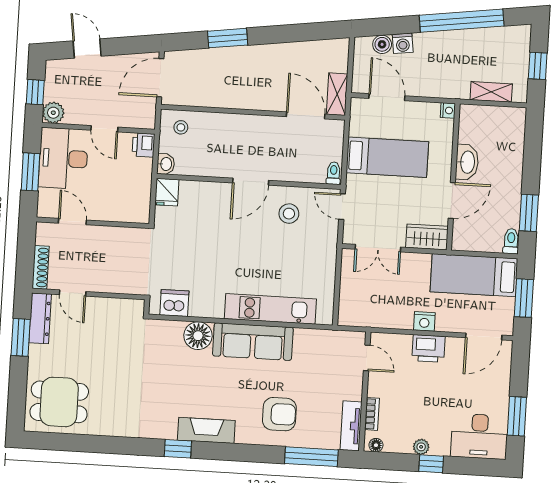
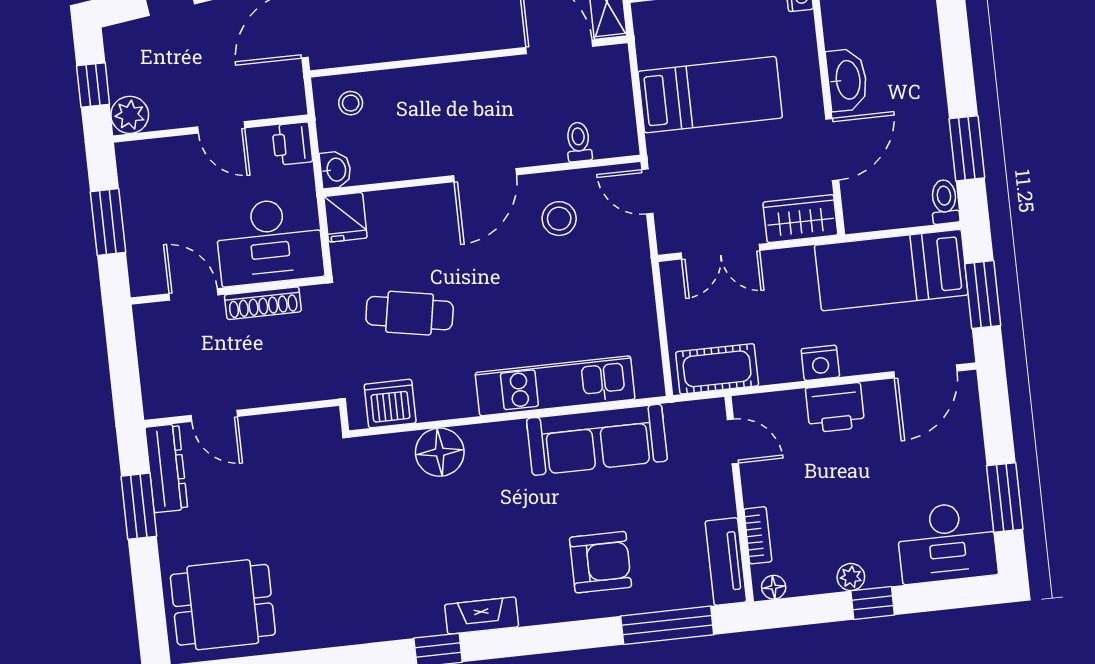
desk: (63, 158) -> (269, 242), moved, turned -90
toilet: (334, 173) -> (579, 142), moved
cafe table: (194, 253) -> (410, 313), added
shoe rack: (41, 267) -> (263, 303), moved, turned 90
cot: (365, 315) -> (717, 369), added
sofa: (253, 342) -> (597, 440), moved
fireplace: (206, 430) -> (482, 616), width x0.73, depth x0.76

